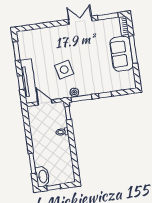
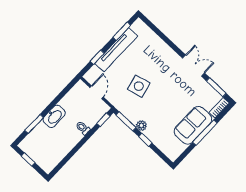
tv unit: (29, 81) -> (116, 50), moved
plant: (74, 92) -> (141, 126), moved
washbasin: (43, 176) -> (54, 116), moved

